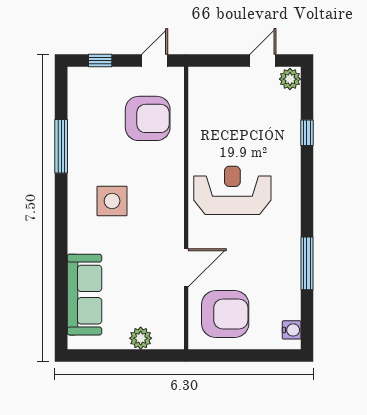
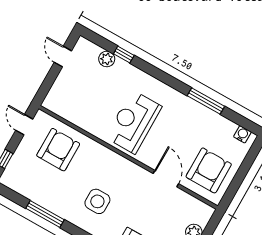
plant: (290, 79) -> (107, 59), moved

